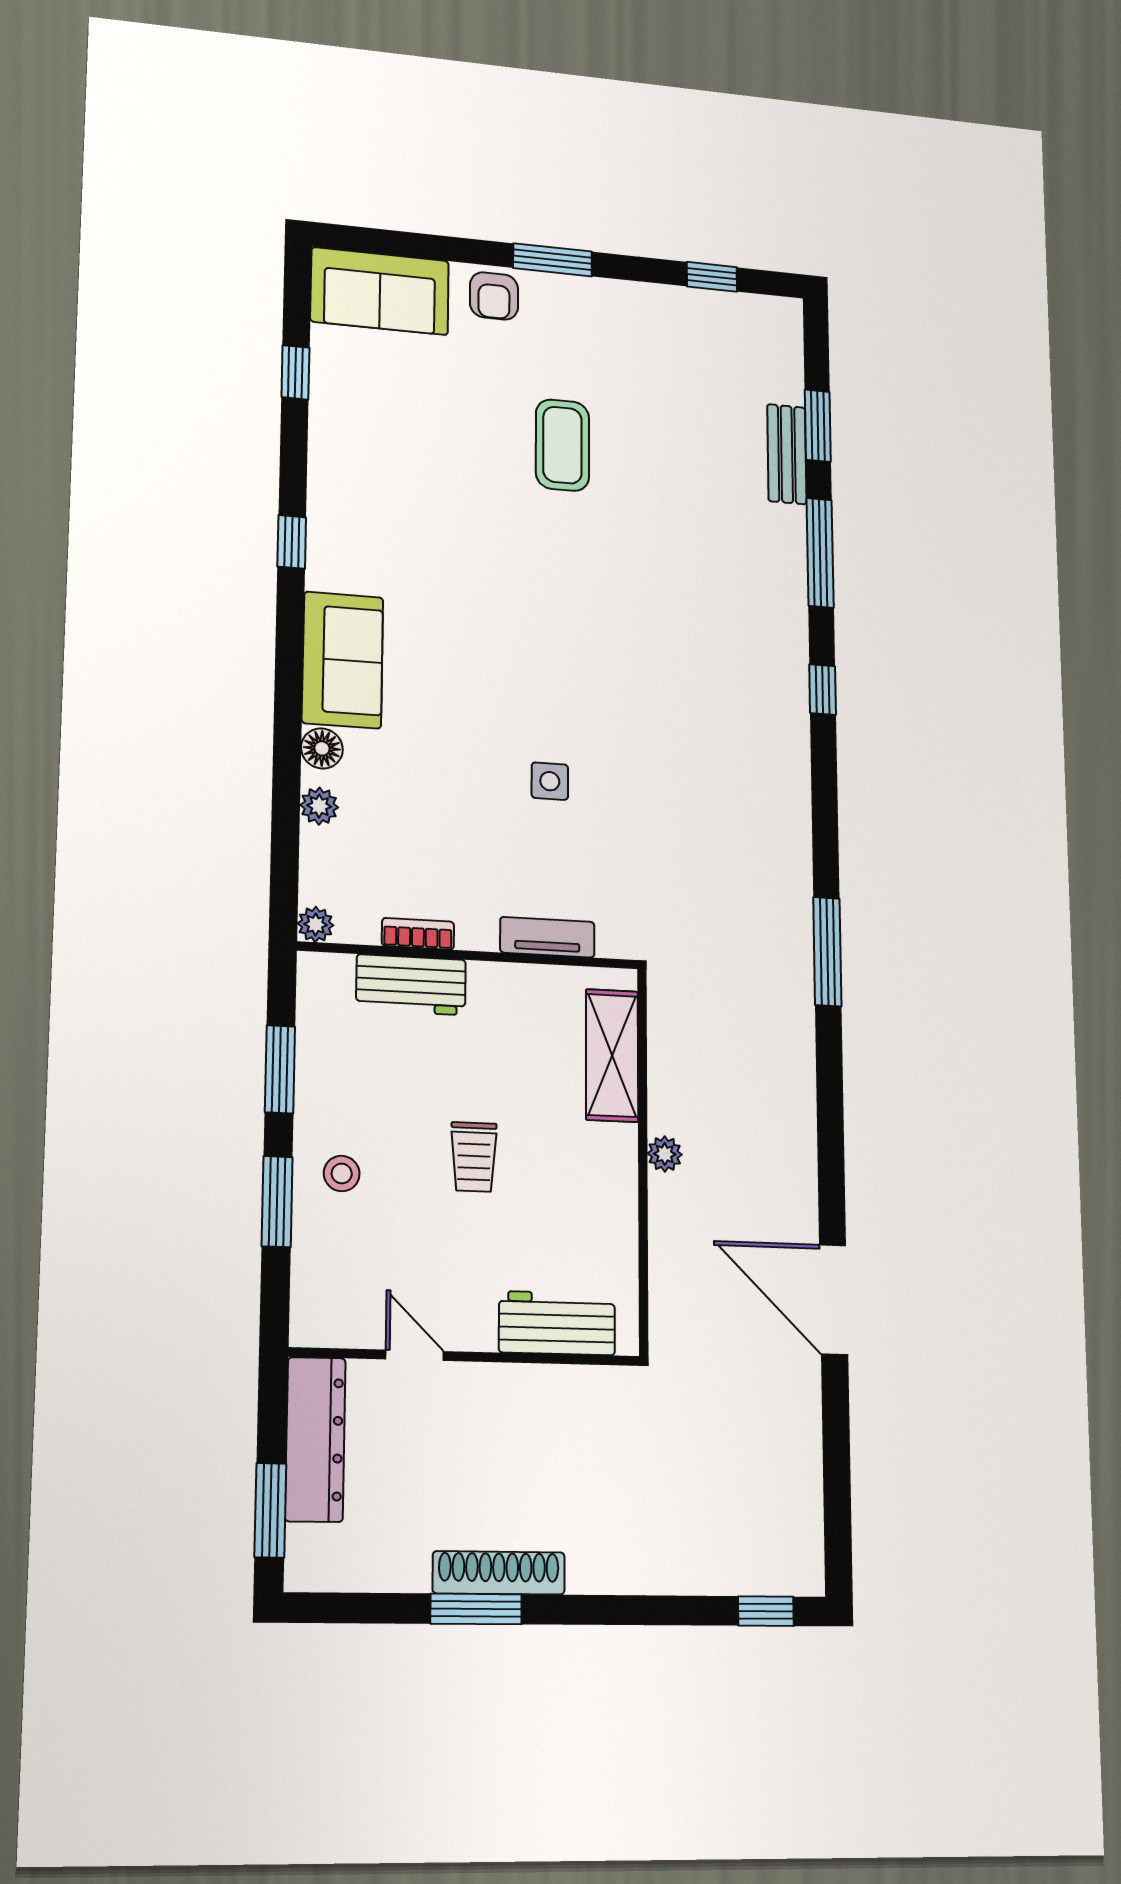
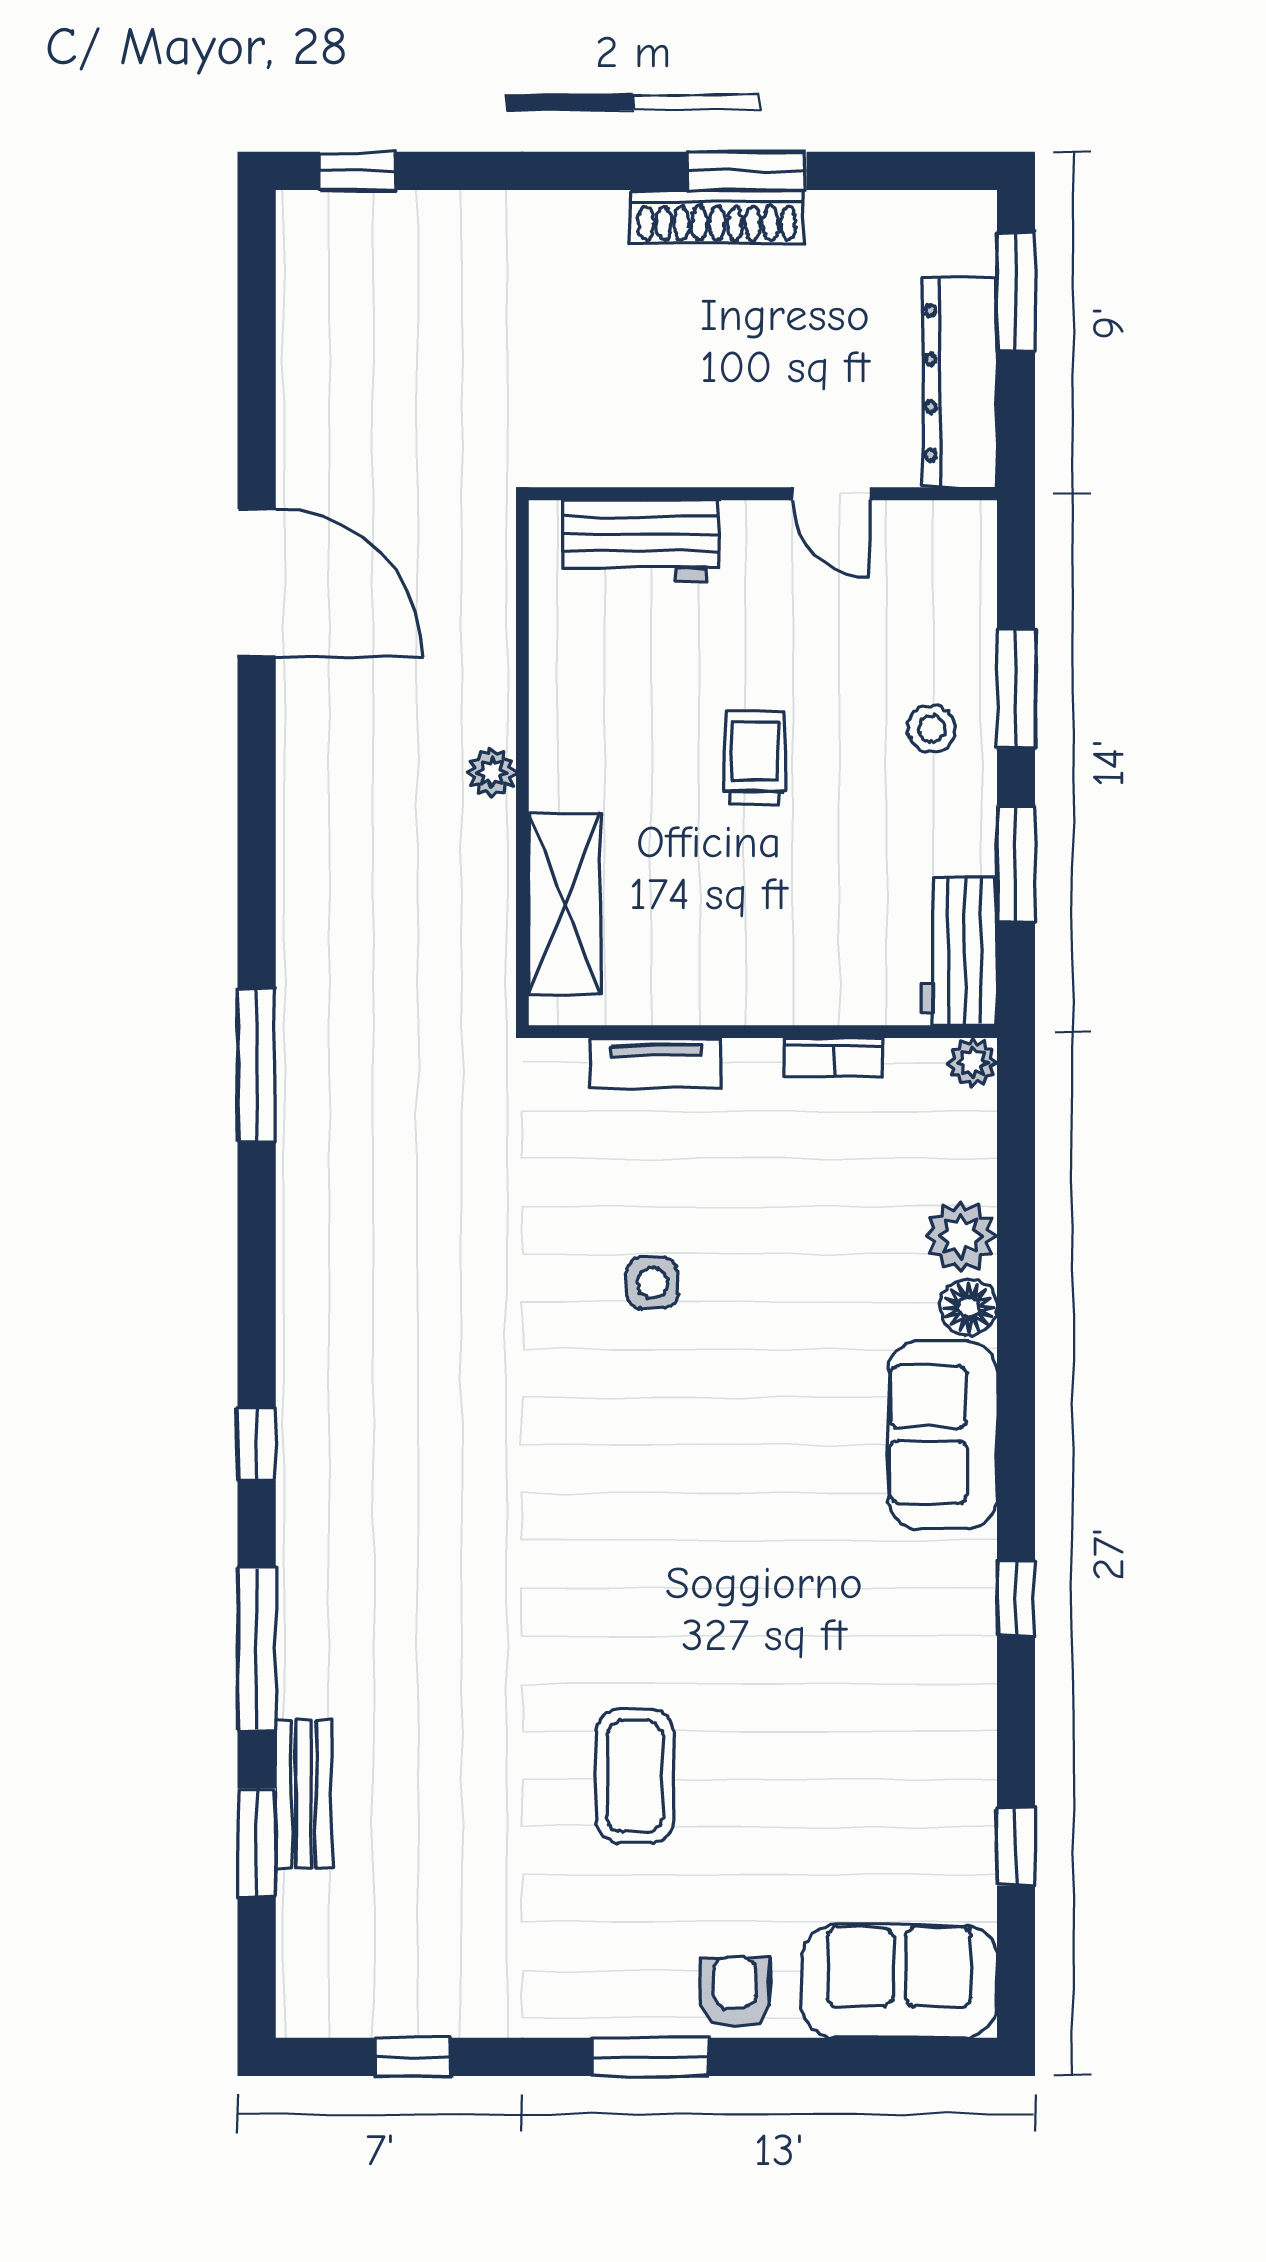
plant: (319, 806) -> (961, 1236), width x1.38, depth x1.38
workbench: (411, 985) -> (959, 951), moved, turned -90

